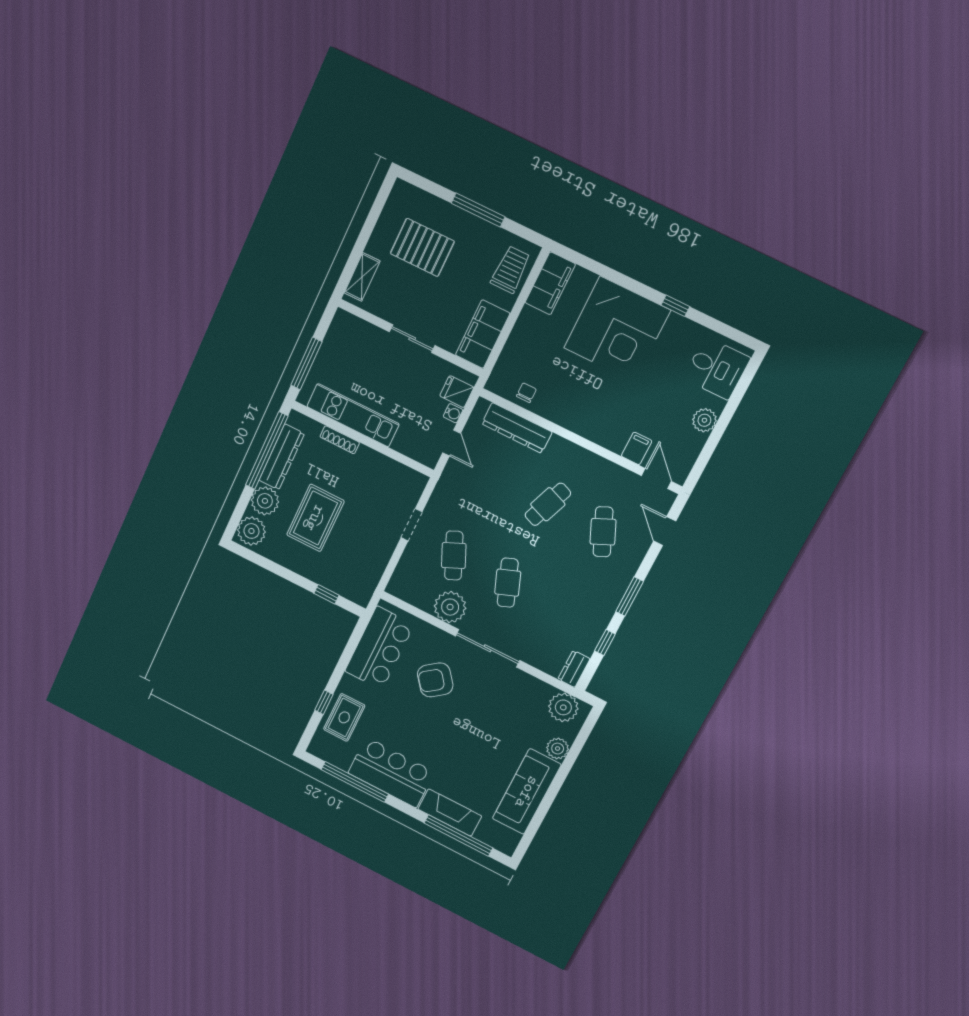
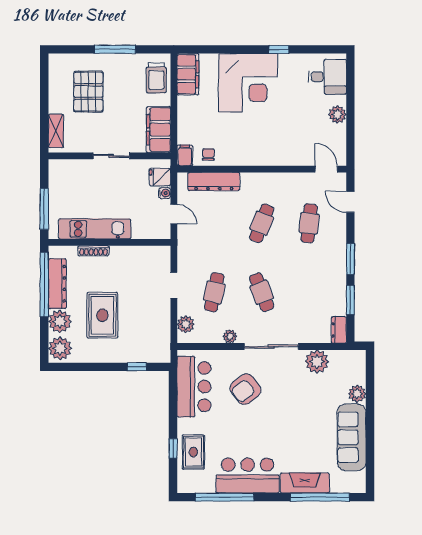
pallet: (422, 247) -> (88, 92), turned 90
trolley: (511, 270) -> (156, 78), turned 180
filing cabinet: (637, 448) -> (185, 155), moved
cafe table: (603, 532) -> (309, 223), turned 30
cafe table: (454, 555) -> (214, 292), turned 36
plant: (404, 575) -> (186, 324), added
plant: (450, 607) -> (230, 336), width x0.53, depth x0.53
window: (605, 642) -> (350, 300), width x1.50
plant: (563, 707) -> (317, 362), moved

